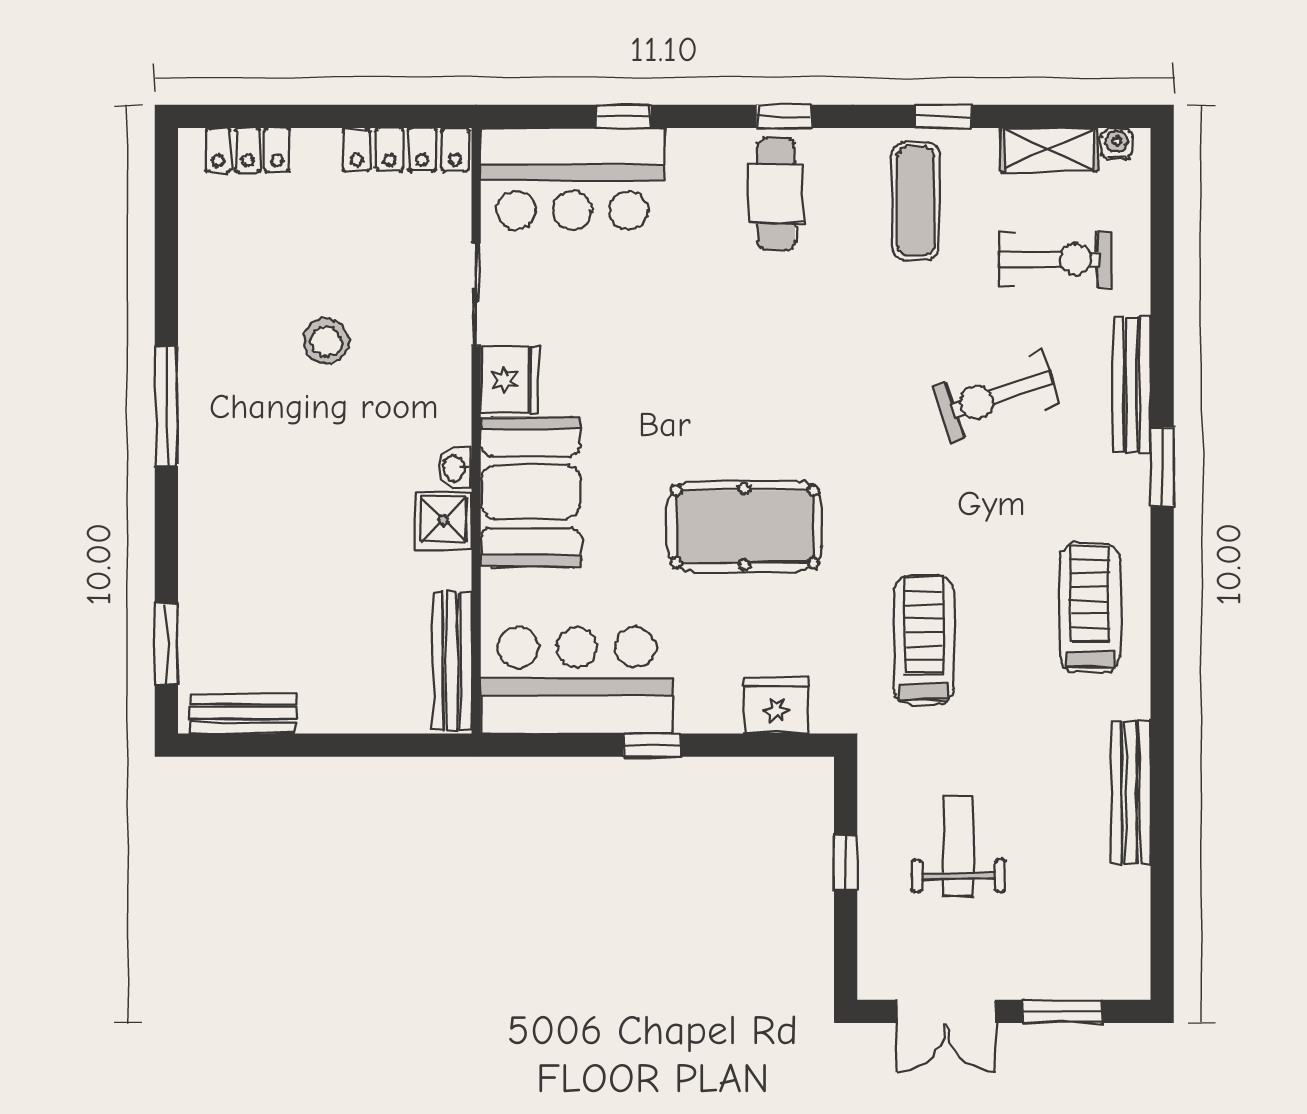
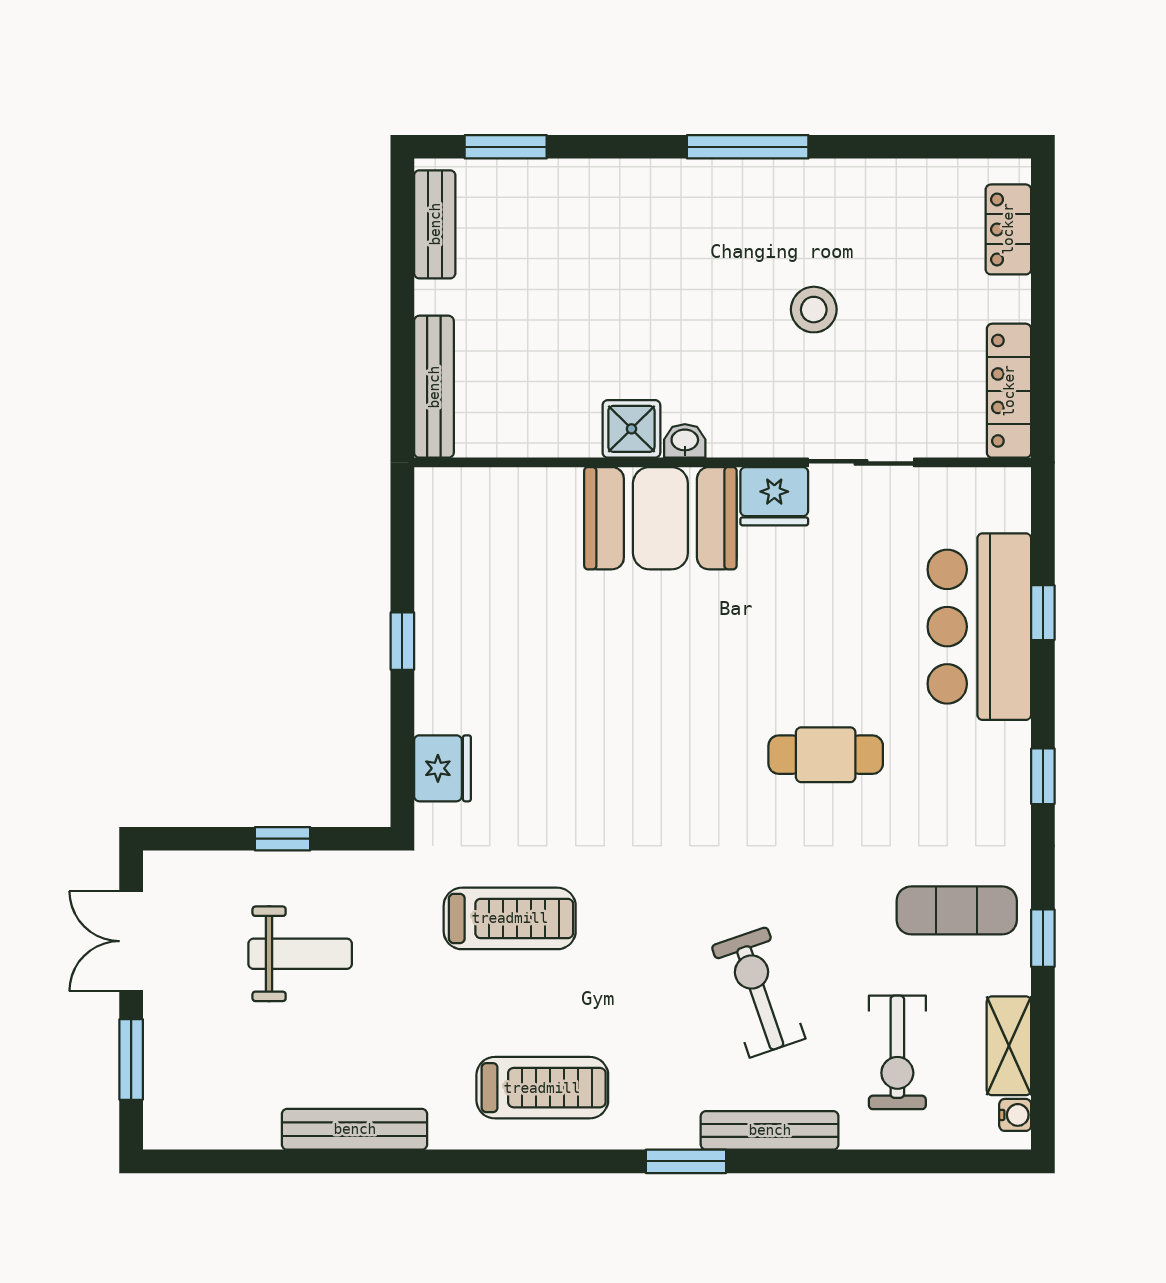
bar counter: (572, 179) -> (979, 627), moved
cafe table: (776, 194) -> (826, 755), moved
pool table: (745, 527) -> (625, 736), removed
bench: (452, 661) -> (434, 387), moved, turned 90
bar counter: (577, 680) -> (468, 565), removed

